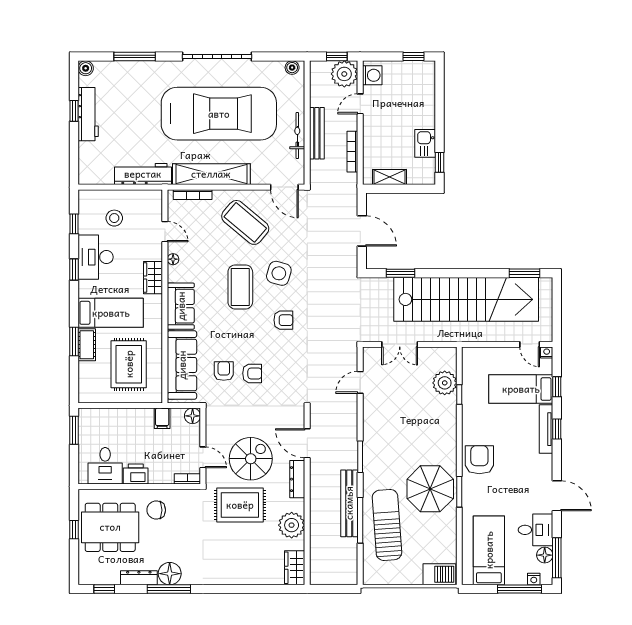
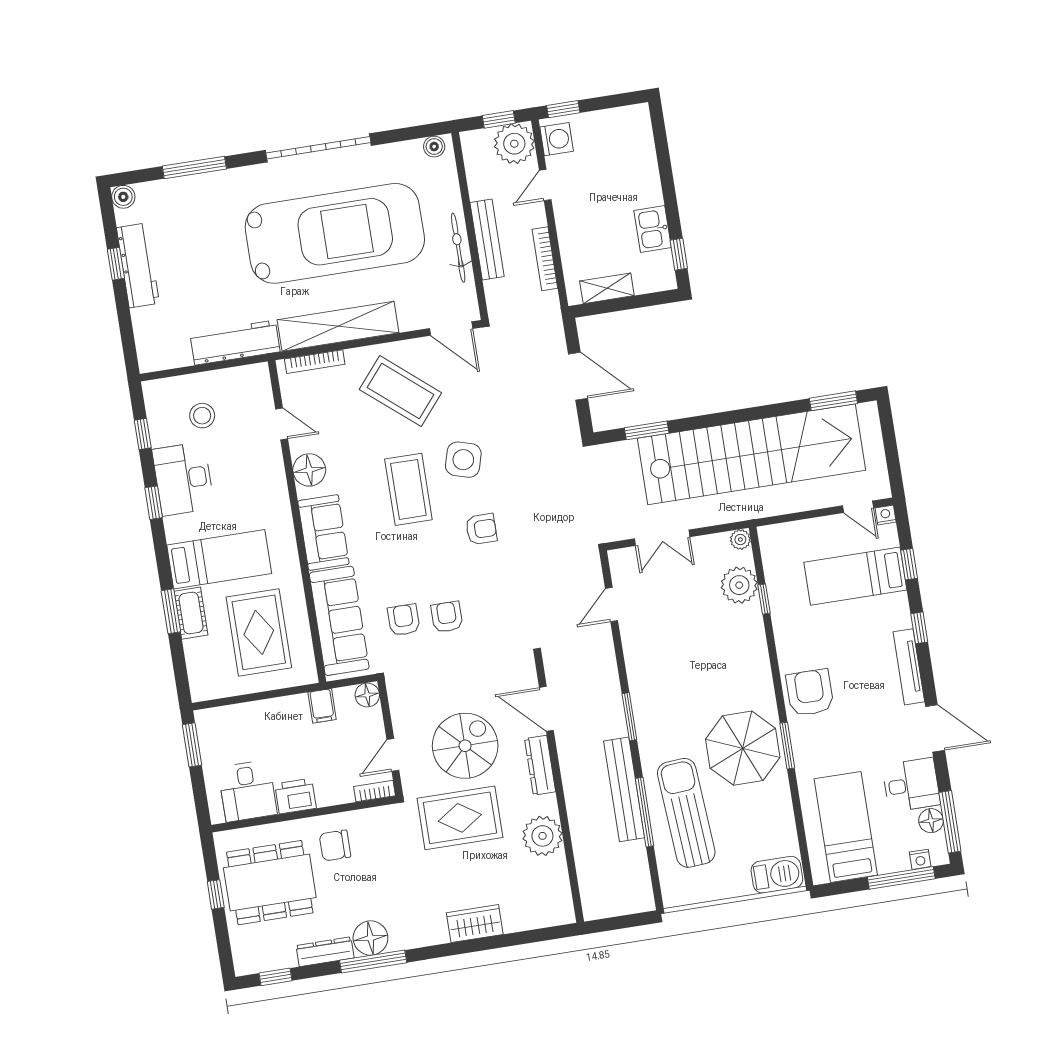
window: (414, 57) -> (563, 109), moved
floor lamp: (173, 259) -> (309, 470), width x1.89, depth x1.89
wardrobe: (153, 278) -> (275, 496), removed
plant: (450, 353) -> (740, 540), added
armchair: (252, 373) -> (447, 617), turned -90
tv unit: (546, 429) -> (909, 667), moved
door: (203, 457) -> (393, 755), swing flipped
wardrobe: (295, 568) -> (475, 924), moved, turned 90

